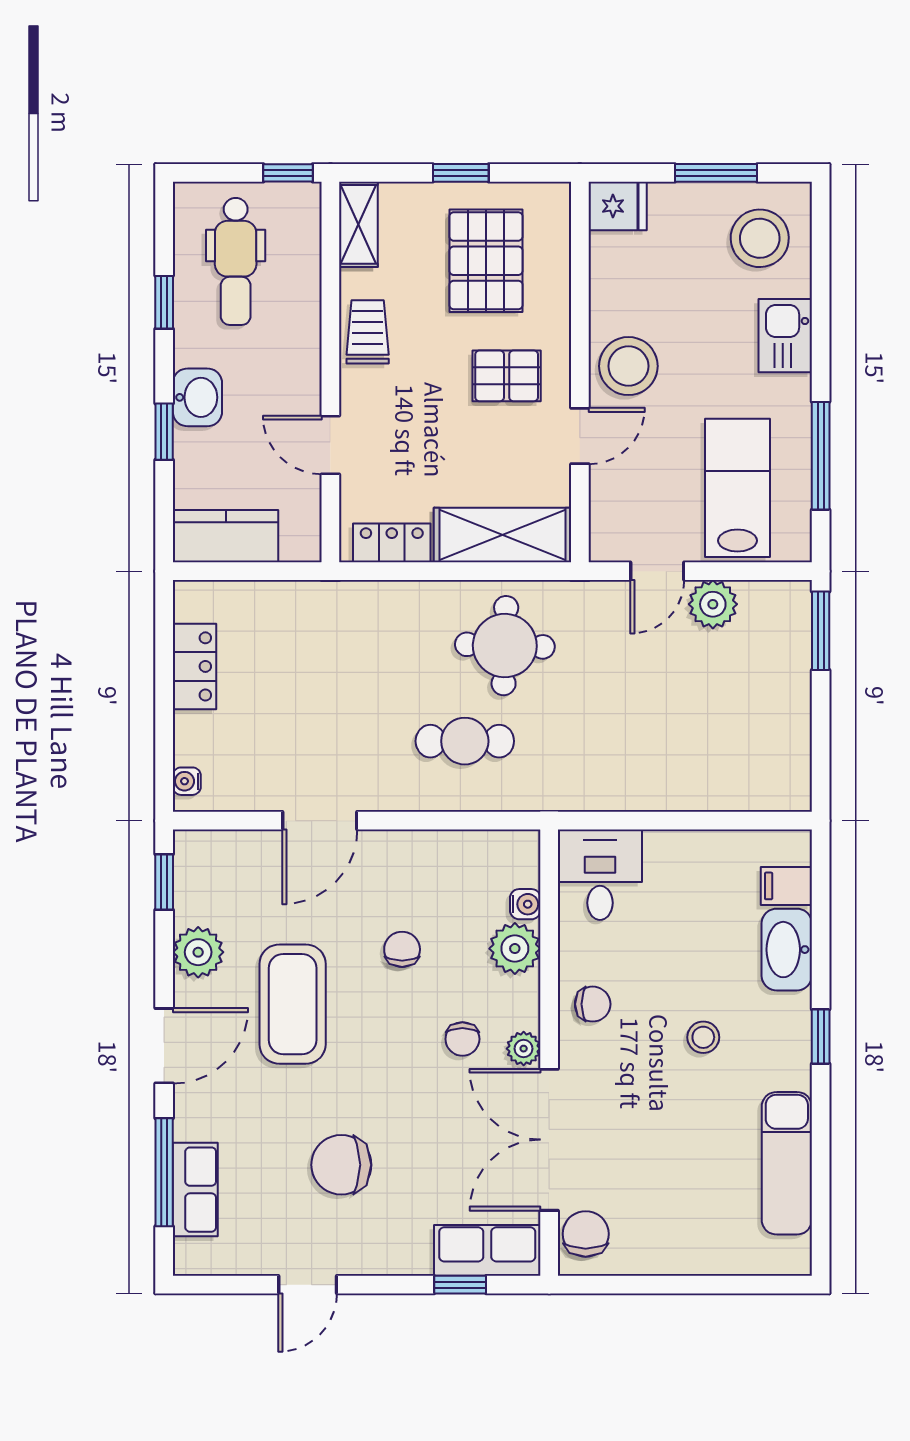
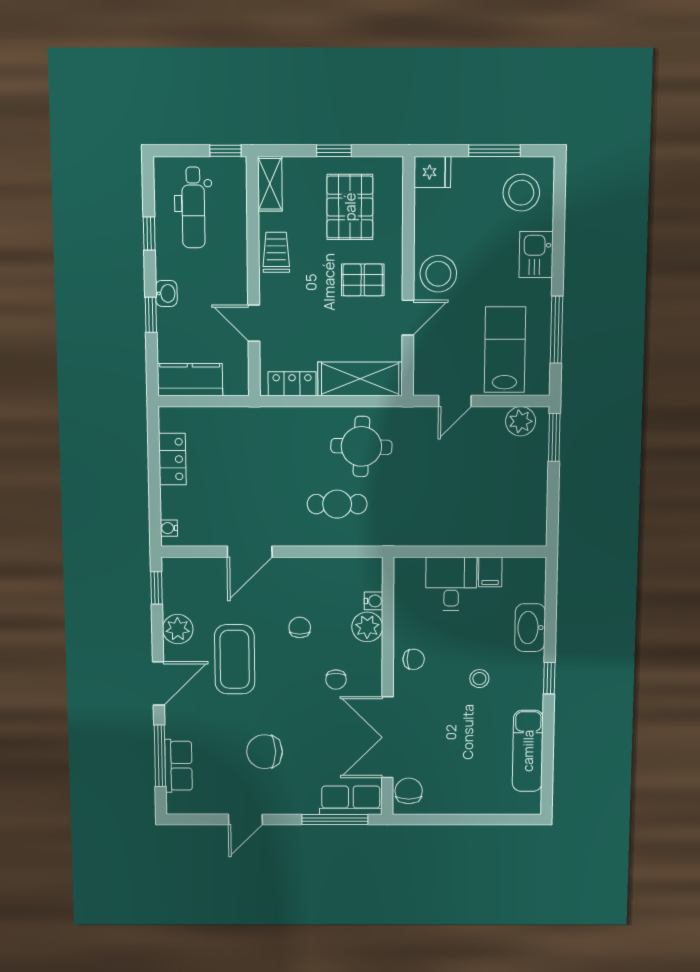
washbasin: (197, 397) -> (166, 293), width x0.72, depth x0.69
plant: (713, 604) -> (521, 421), moved
desk: (600, 875) -> (451, 584), moved
filing cabinet: (786, 886) -> (490, 572), moved, turned -90
plant: (524, 1049) -> (372, 685), removed
window: (460, 1285) -> (335, 819), width x2.17

